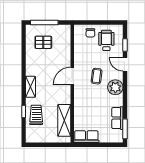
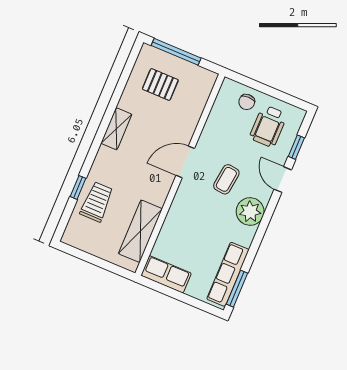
wheelchair: (106, 40) -> (268, 126), turned 180
shelving: (31, 87) -> (116, 129), moved
row of seats: (117, 118) -> (228, 274), width x1.48

